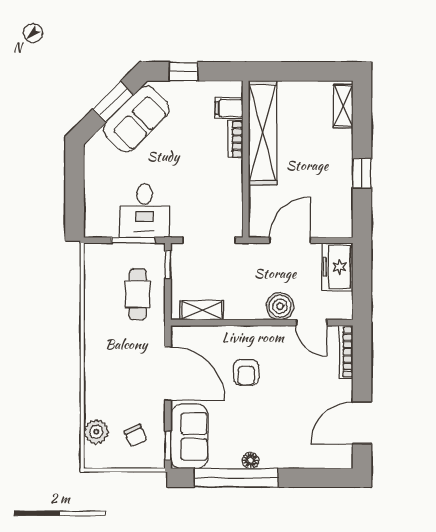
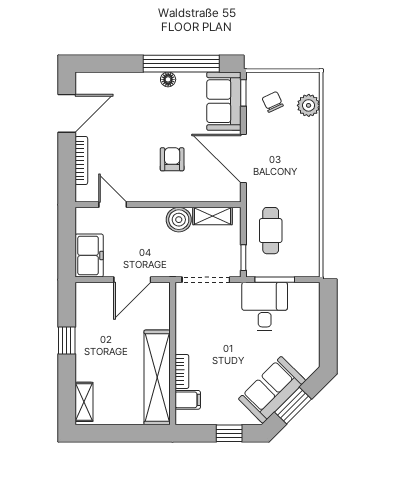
boiler: (280, 306) -> (179, 220), moved
bookcase: (346, 352) -> (81, 160), moved

